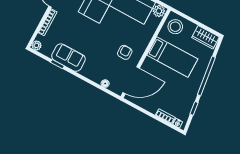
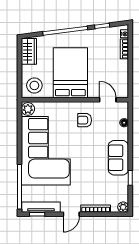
bed: (172, 57) -> (70, 73), width x1.50
sofa: (68, 58) -> (118, 158), moved
door: (131, 80) -> (108, 100), width x0.53

